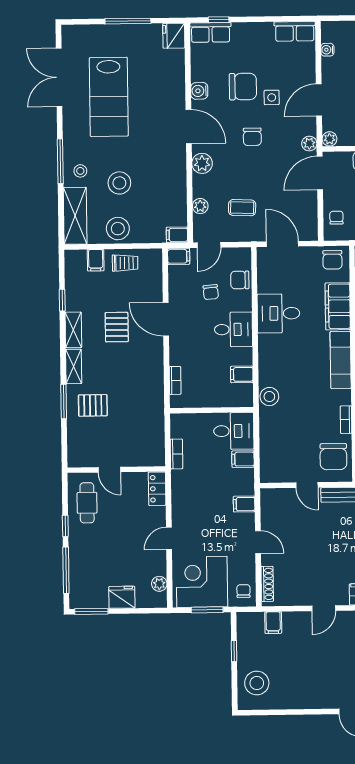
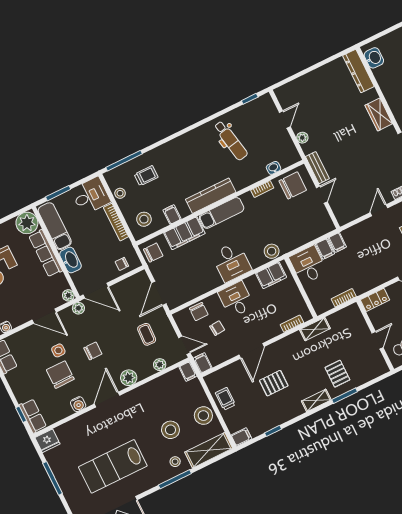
lab bench: (109, 97) -> (113, 466), turned 180
filing cabinet: (96, 260) -> (241, 437), moved
desk: (278, 313) -> (231, 262), moved
shelving: (73, 330) -> (315, 329), moved
filing cabinet: (242, 374) -> (271, 275), width x2.00
filing cabinet: (244, 504) -> (337, 242), moved

